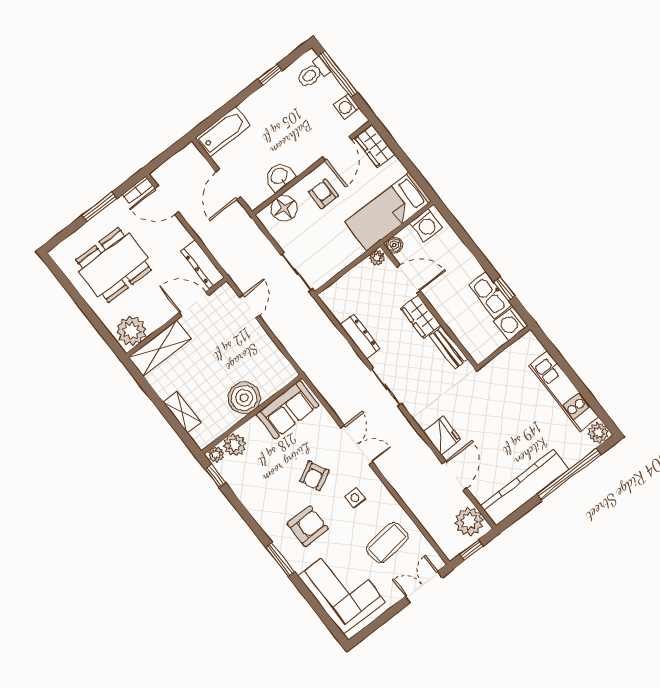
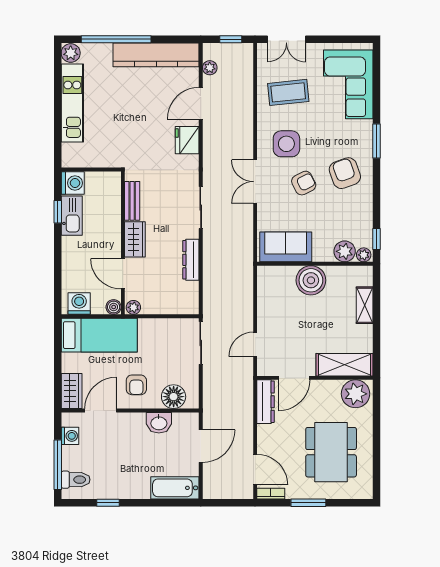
dining table: (114, 265) -> (331, 452), turned 90
door: (194, 304) -> (294, 378), hinge flipped
side table: (355, 498) -> (286, 144), width x1.87, depth x1.87
plant: (469, 521) -> (210, 68), width x0.53, depth x0.53
armchair: (308, 526) -> (345, 173), moved, turned 70

